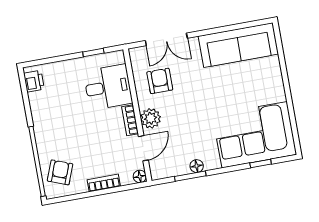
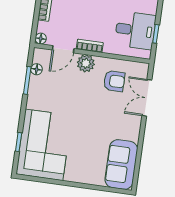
sofa: (238, 45) -> (121, 164), width x0.73
desk: (108, 87) -> (135, 30), moved, turned -90
door: (143, 148) -> (63, 49), hinge flipped
floor lamp: (197, 166) -> (37, 69), moved

